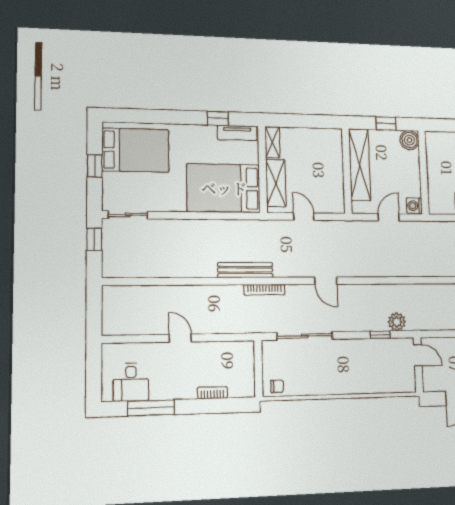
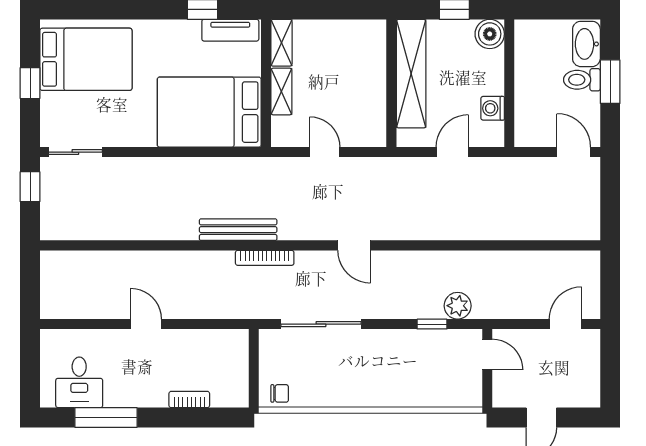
shelving: (276, 183) -> (281, 91), width x0.67, depth x0.75
washing machine: (414, 206) -> (493, 108), moved

